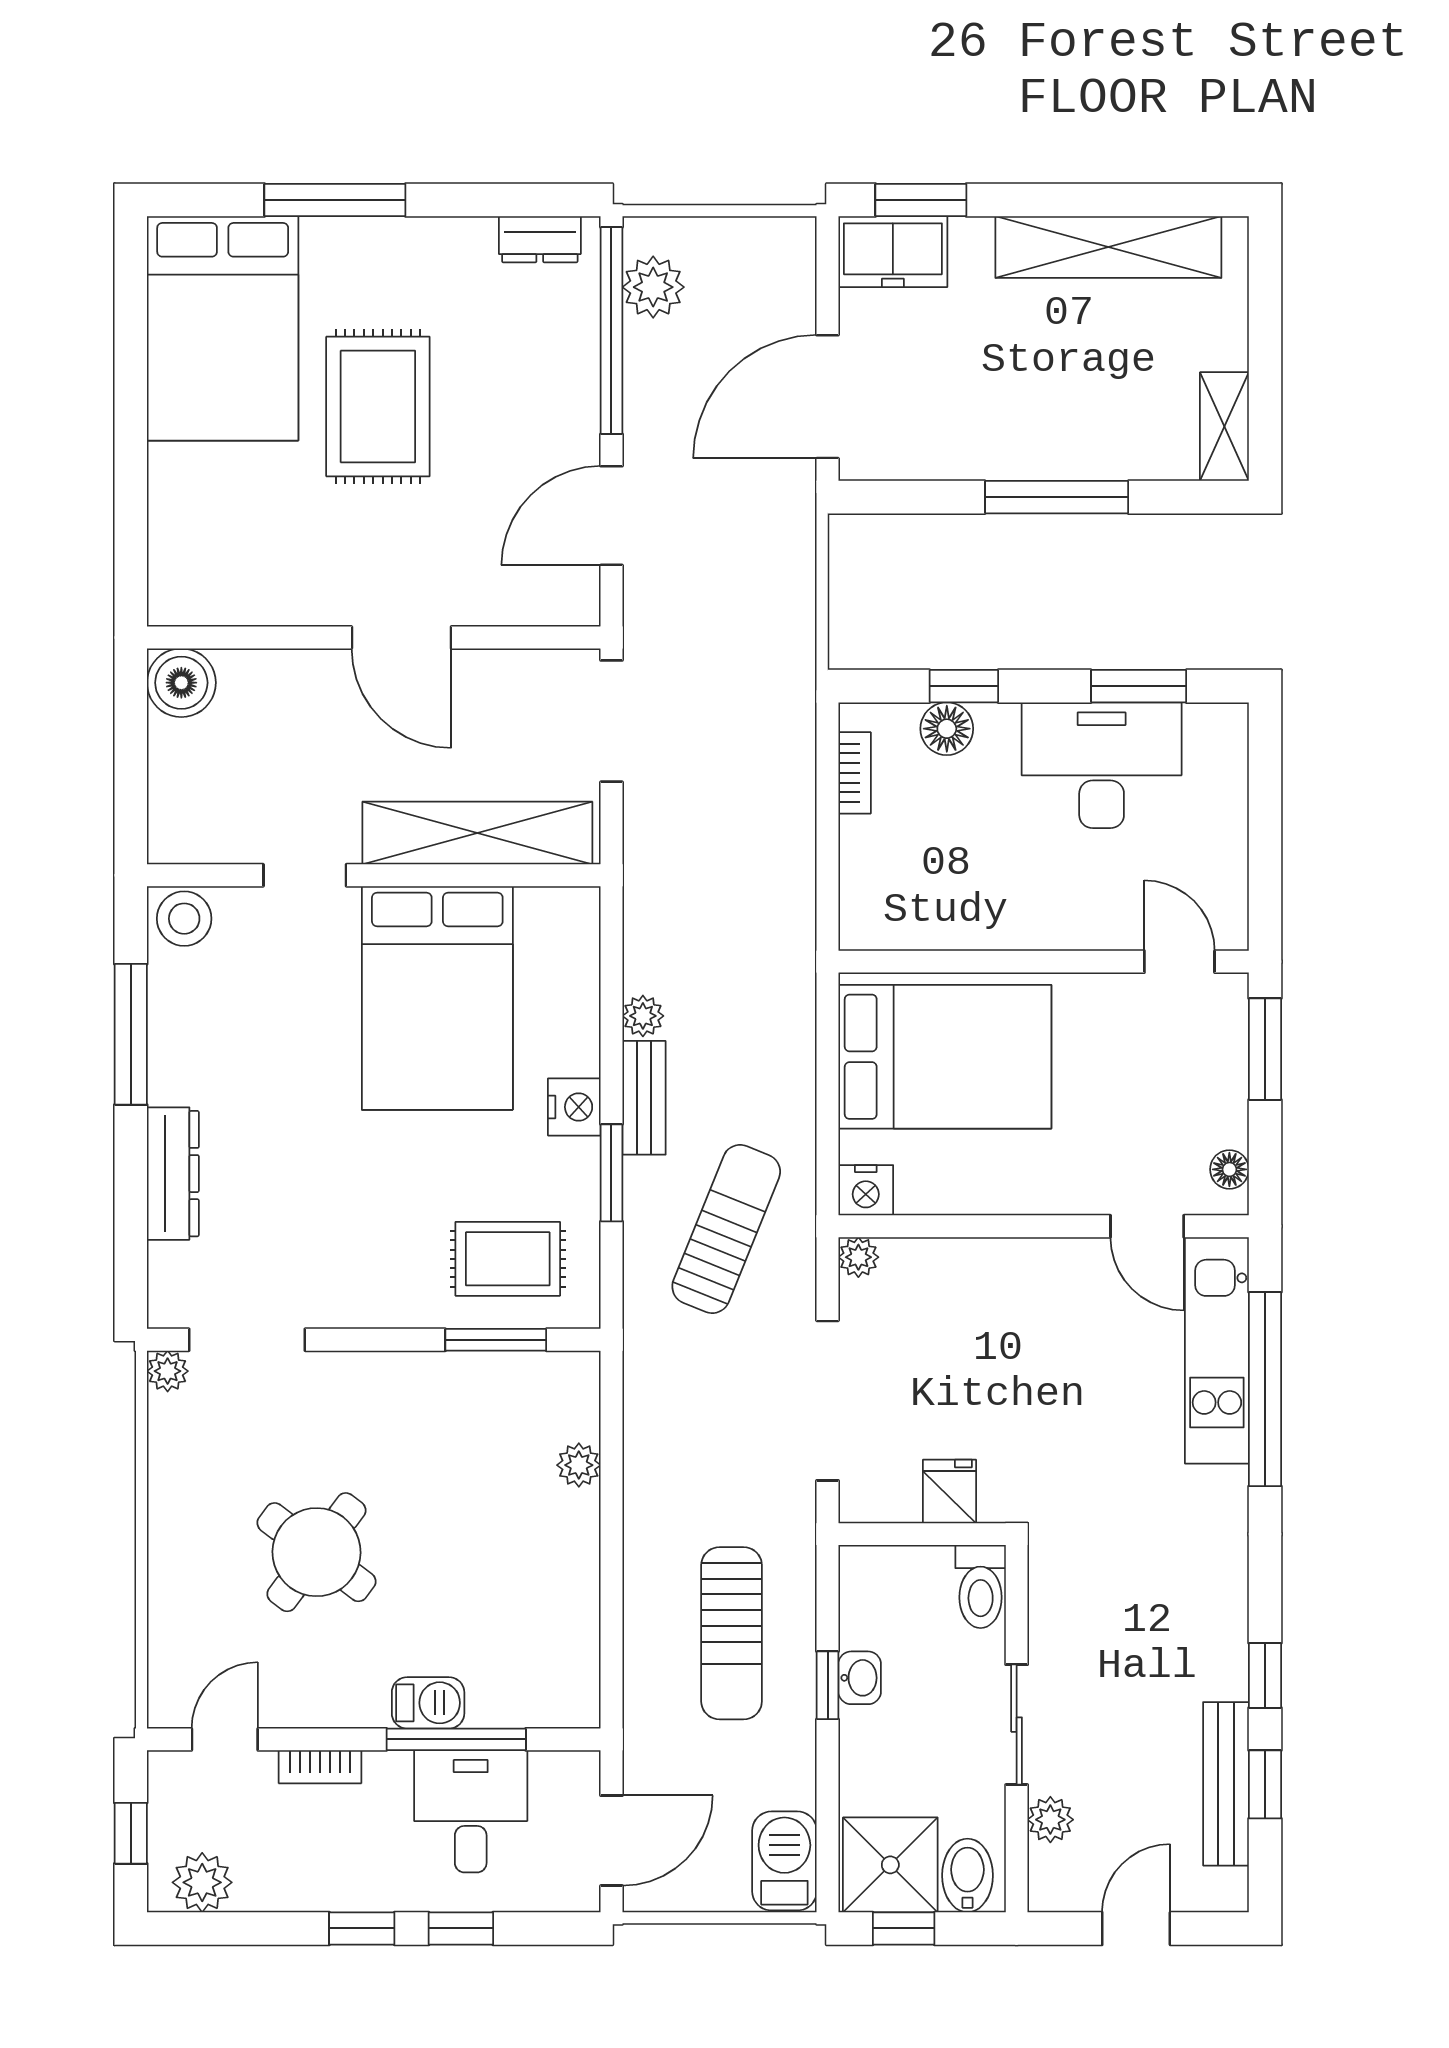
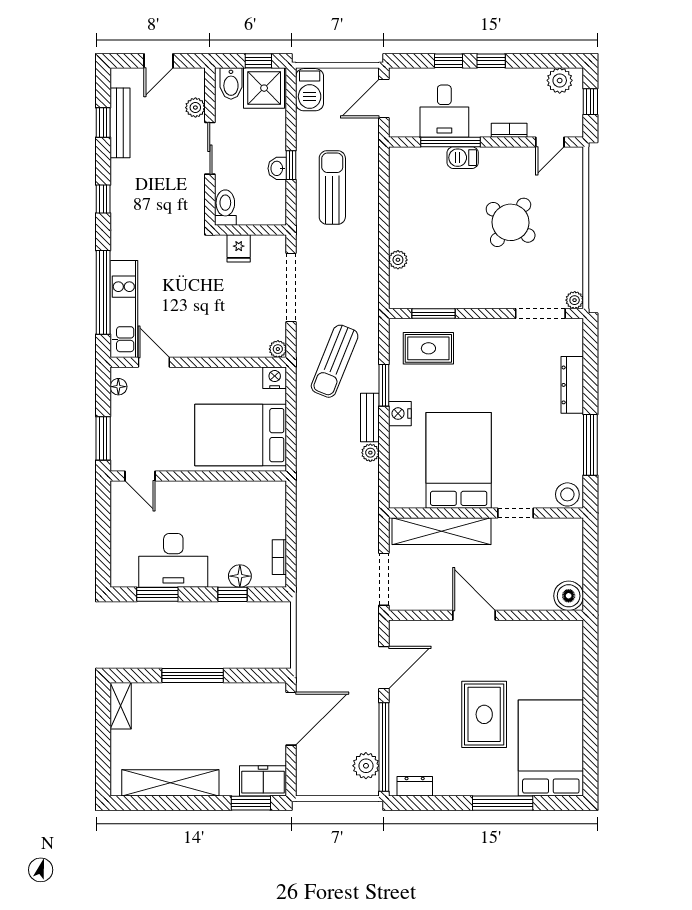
window: (1265, 1675) -> (103, 199), moved

